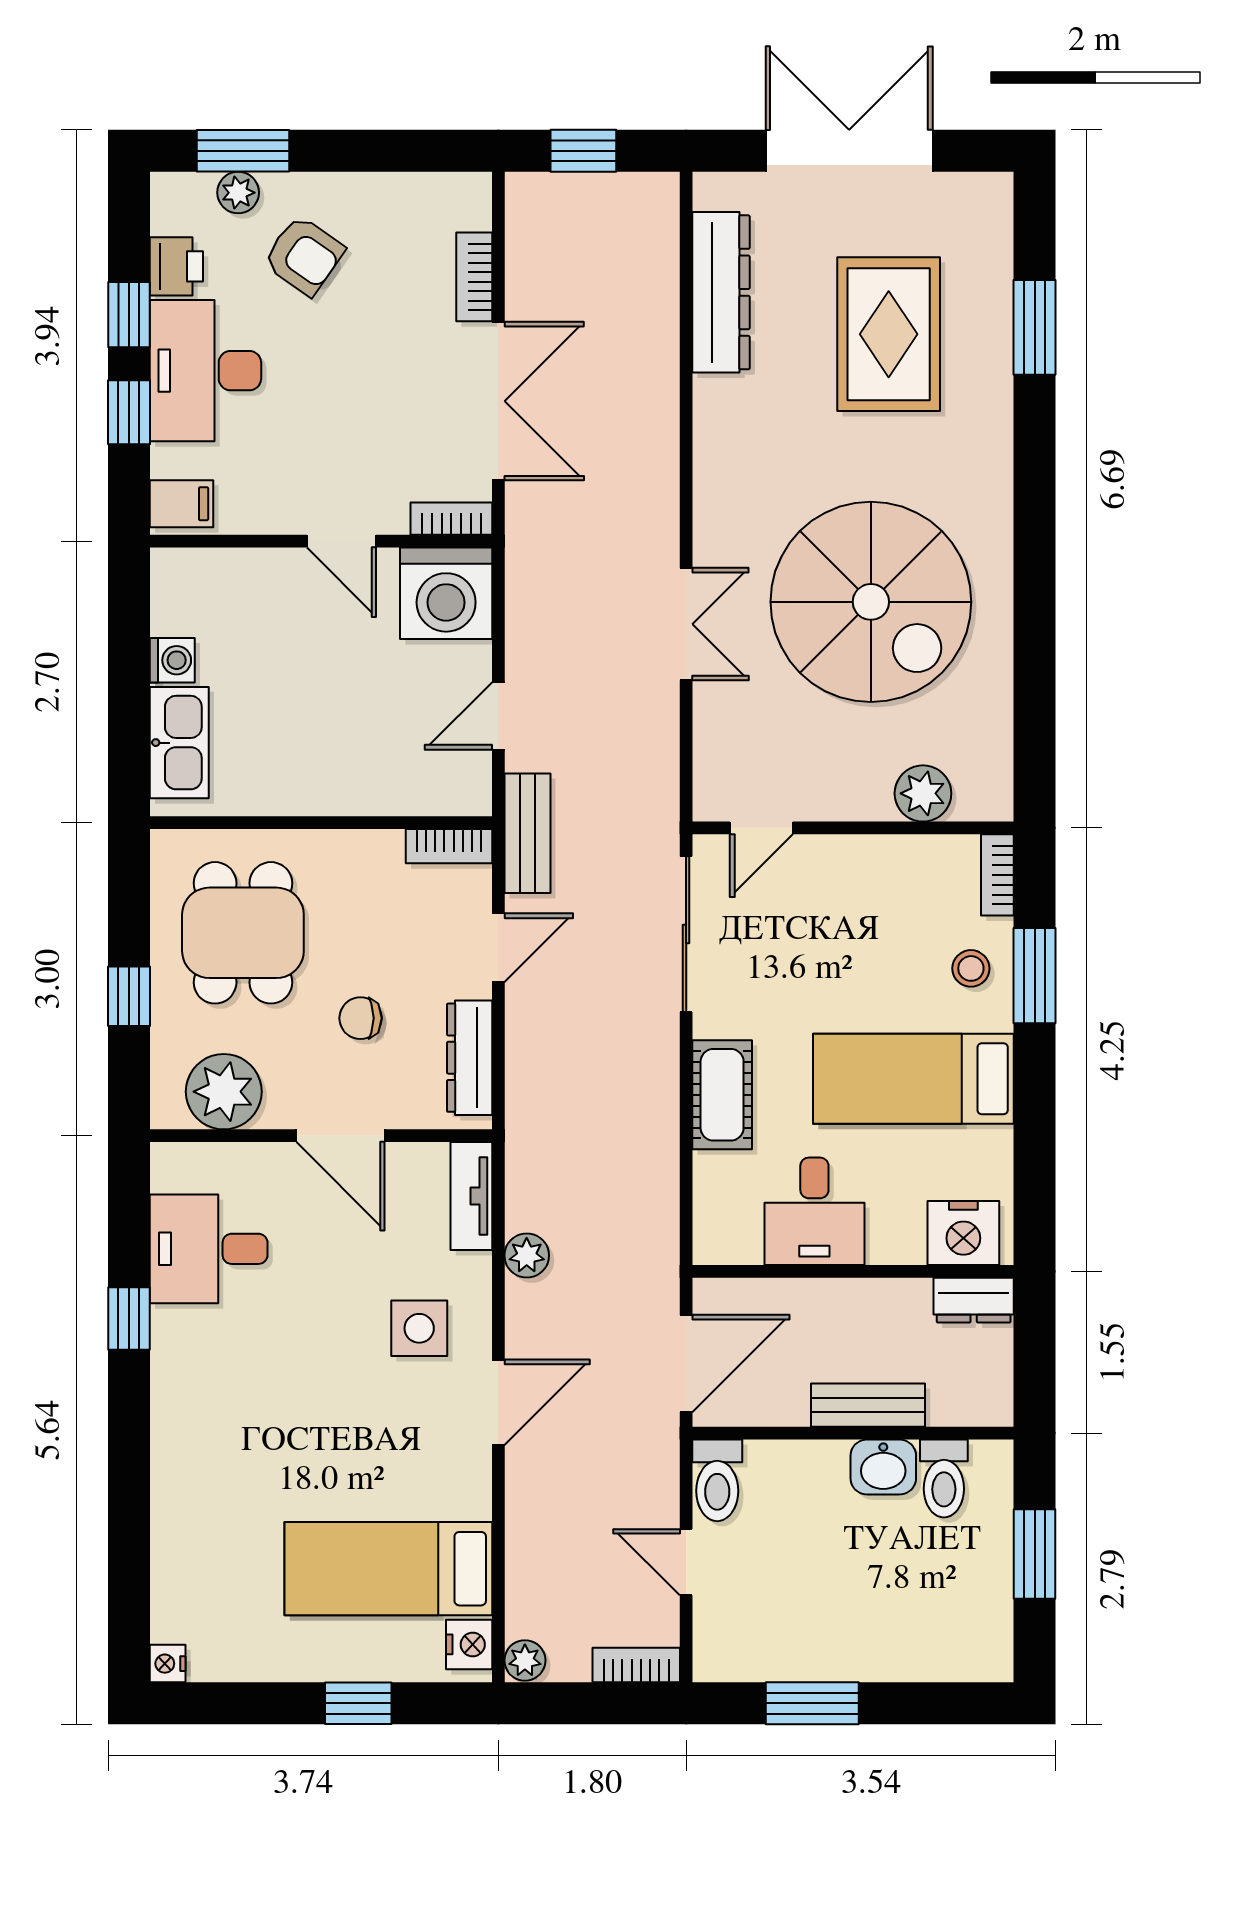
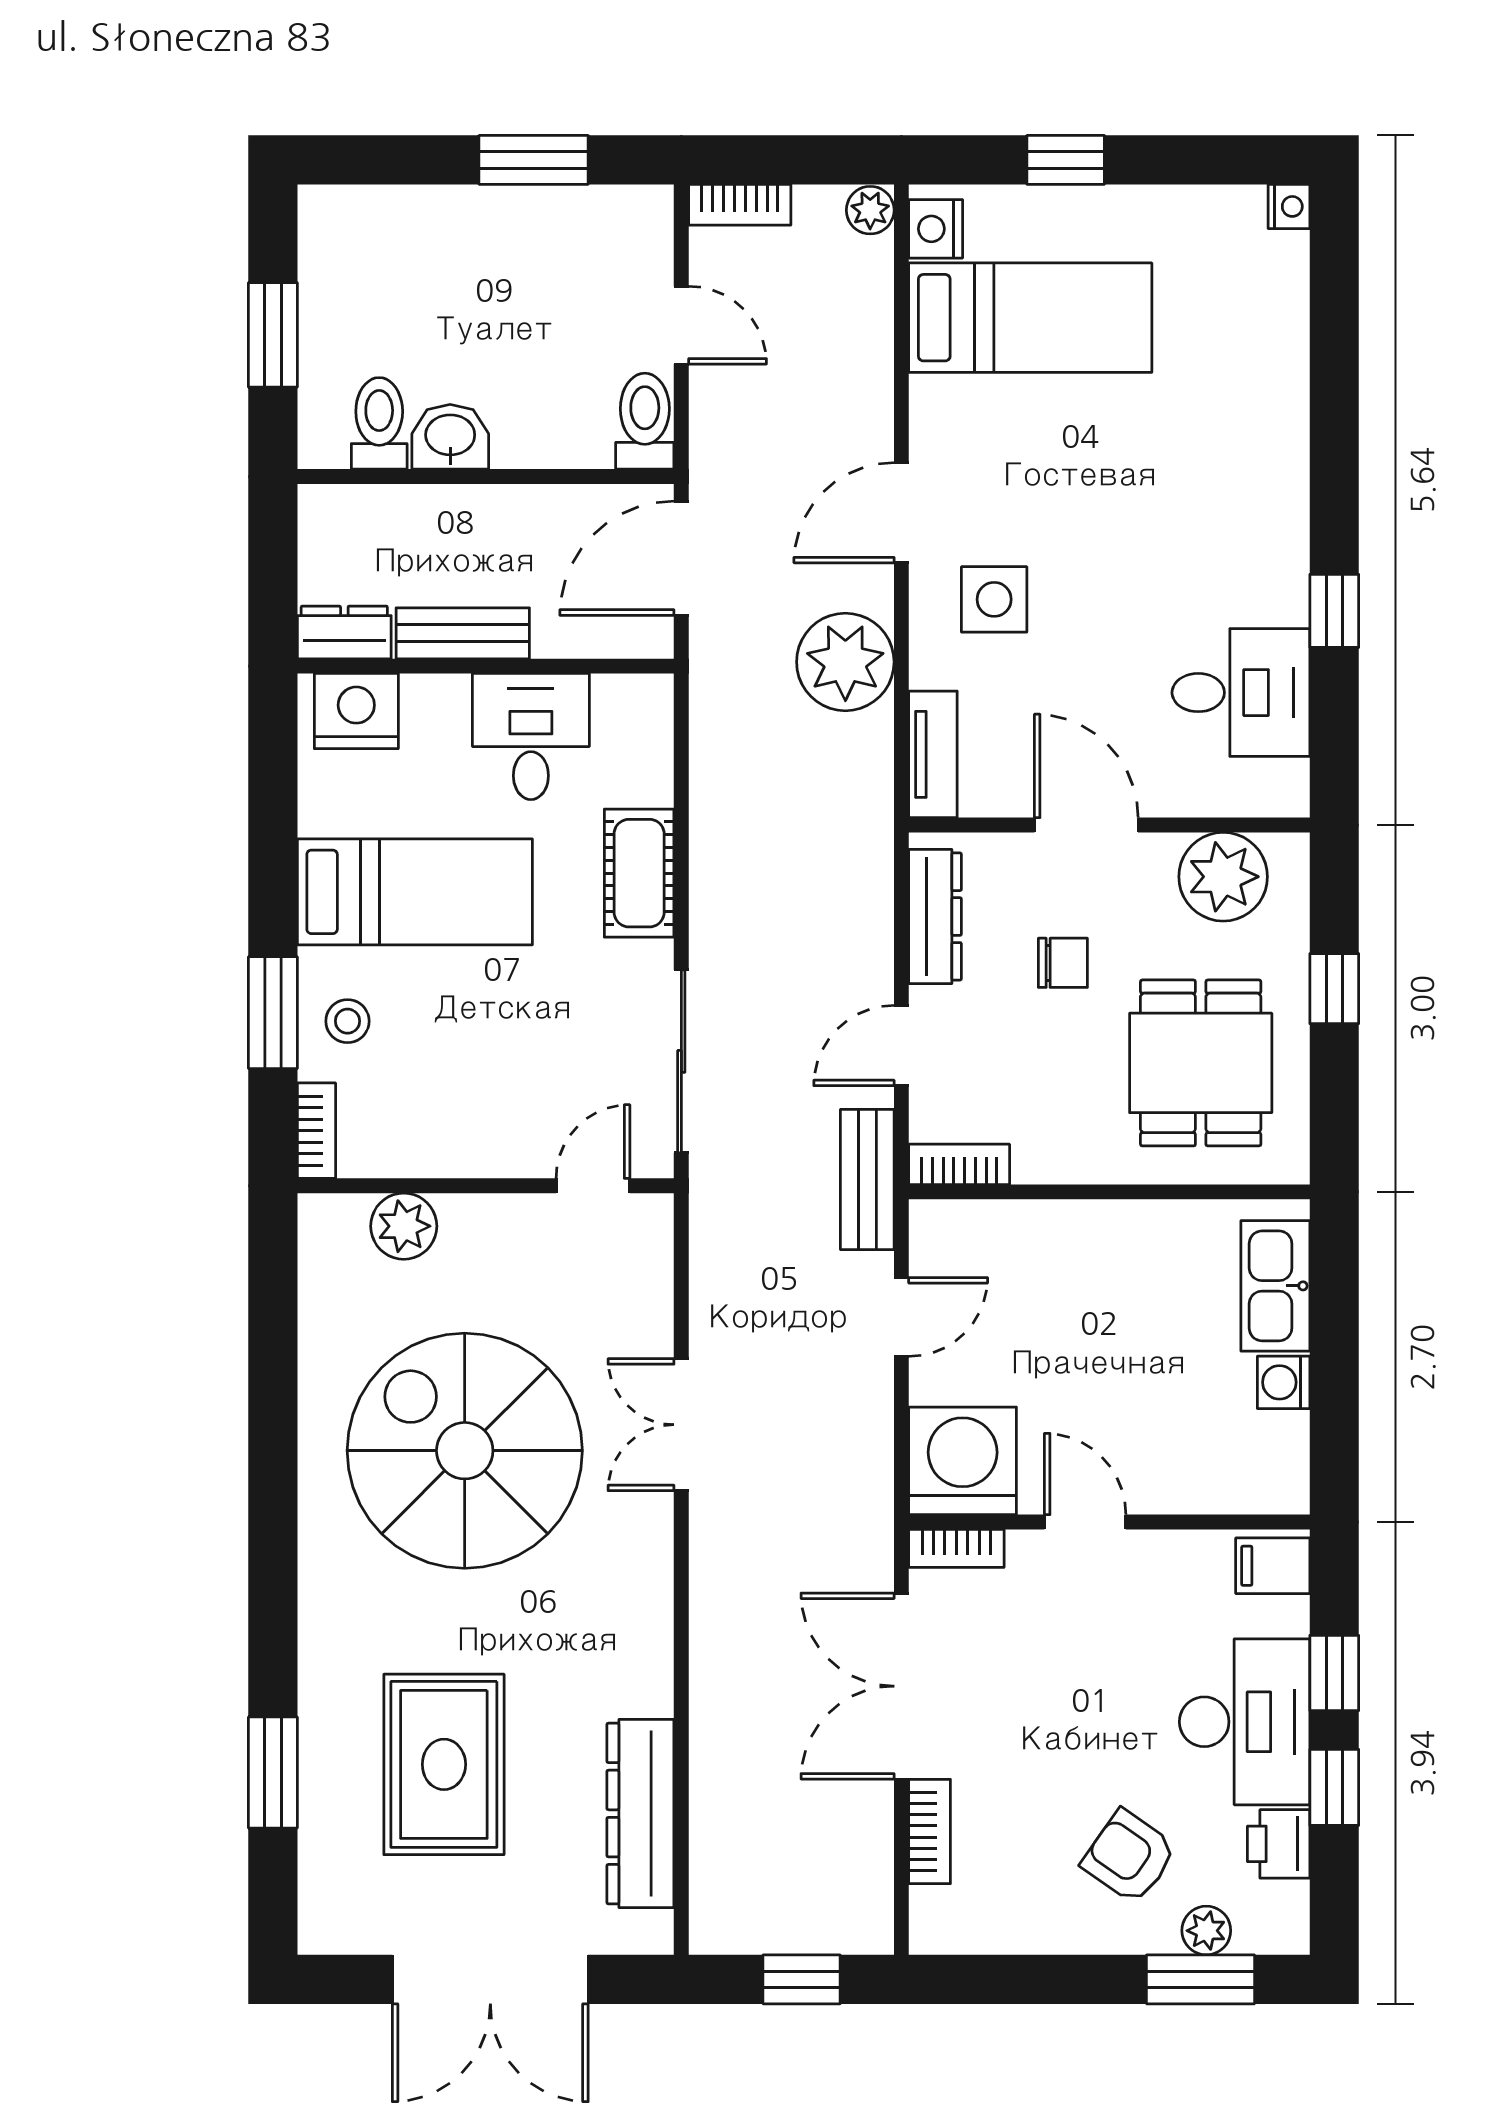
plant: (527, 1255) -> (845, 662), width x1.87, depth x1.87
bench: (868, 1405) -> (463, 633), moved

